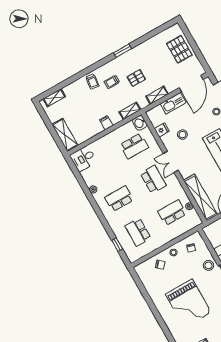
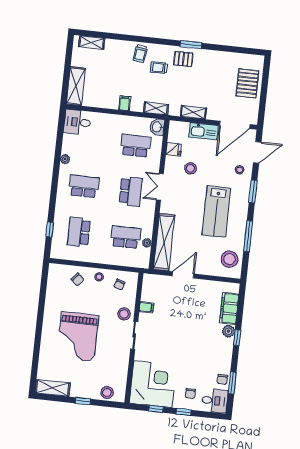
pallet: (136, 78) -> (183, 59), moved
school desk: (134, 146) -> (136, 146), turned 180

